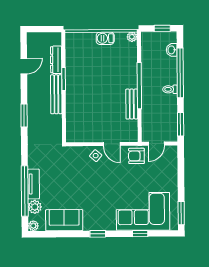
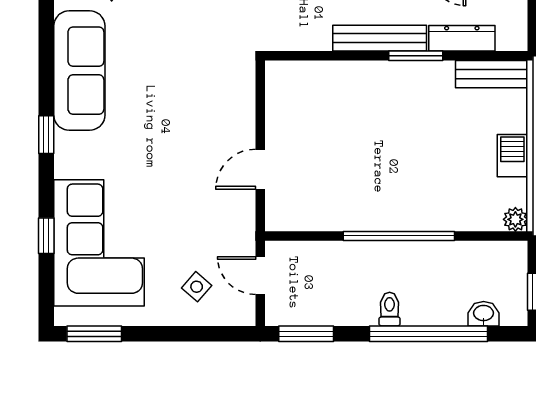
bench: (132, 104) -> (492, 74), moved
side table: (96, 156) -> (197, 287), moved
armchair: (136, 156) -> (231, 228), removed
sofa: (64, 220) -> (79, 71), width x1.36

